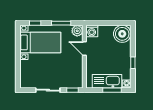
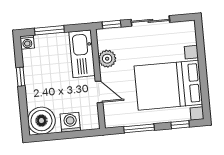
plant: (77, 31) -> (107, 59), moved
washing machine: (92, 31) -> (70, 122), moved
bed with nightstands: (40, 42) -> (168, 85), width x1.36
kitchen sink: (107, 81) -> (82, 54), moved, turned 90

